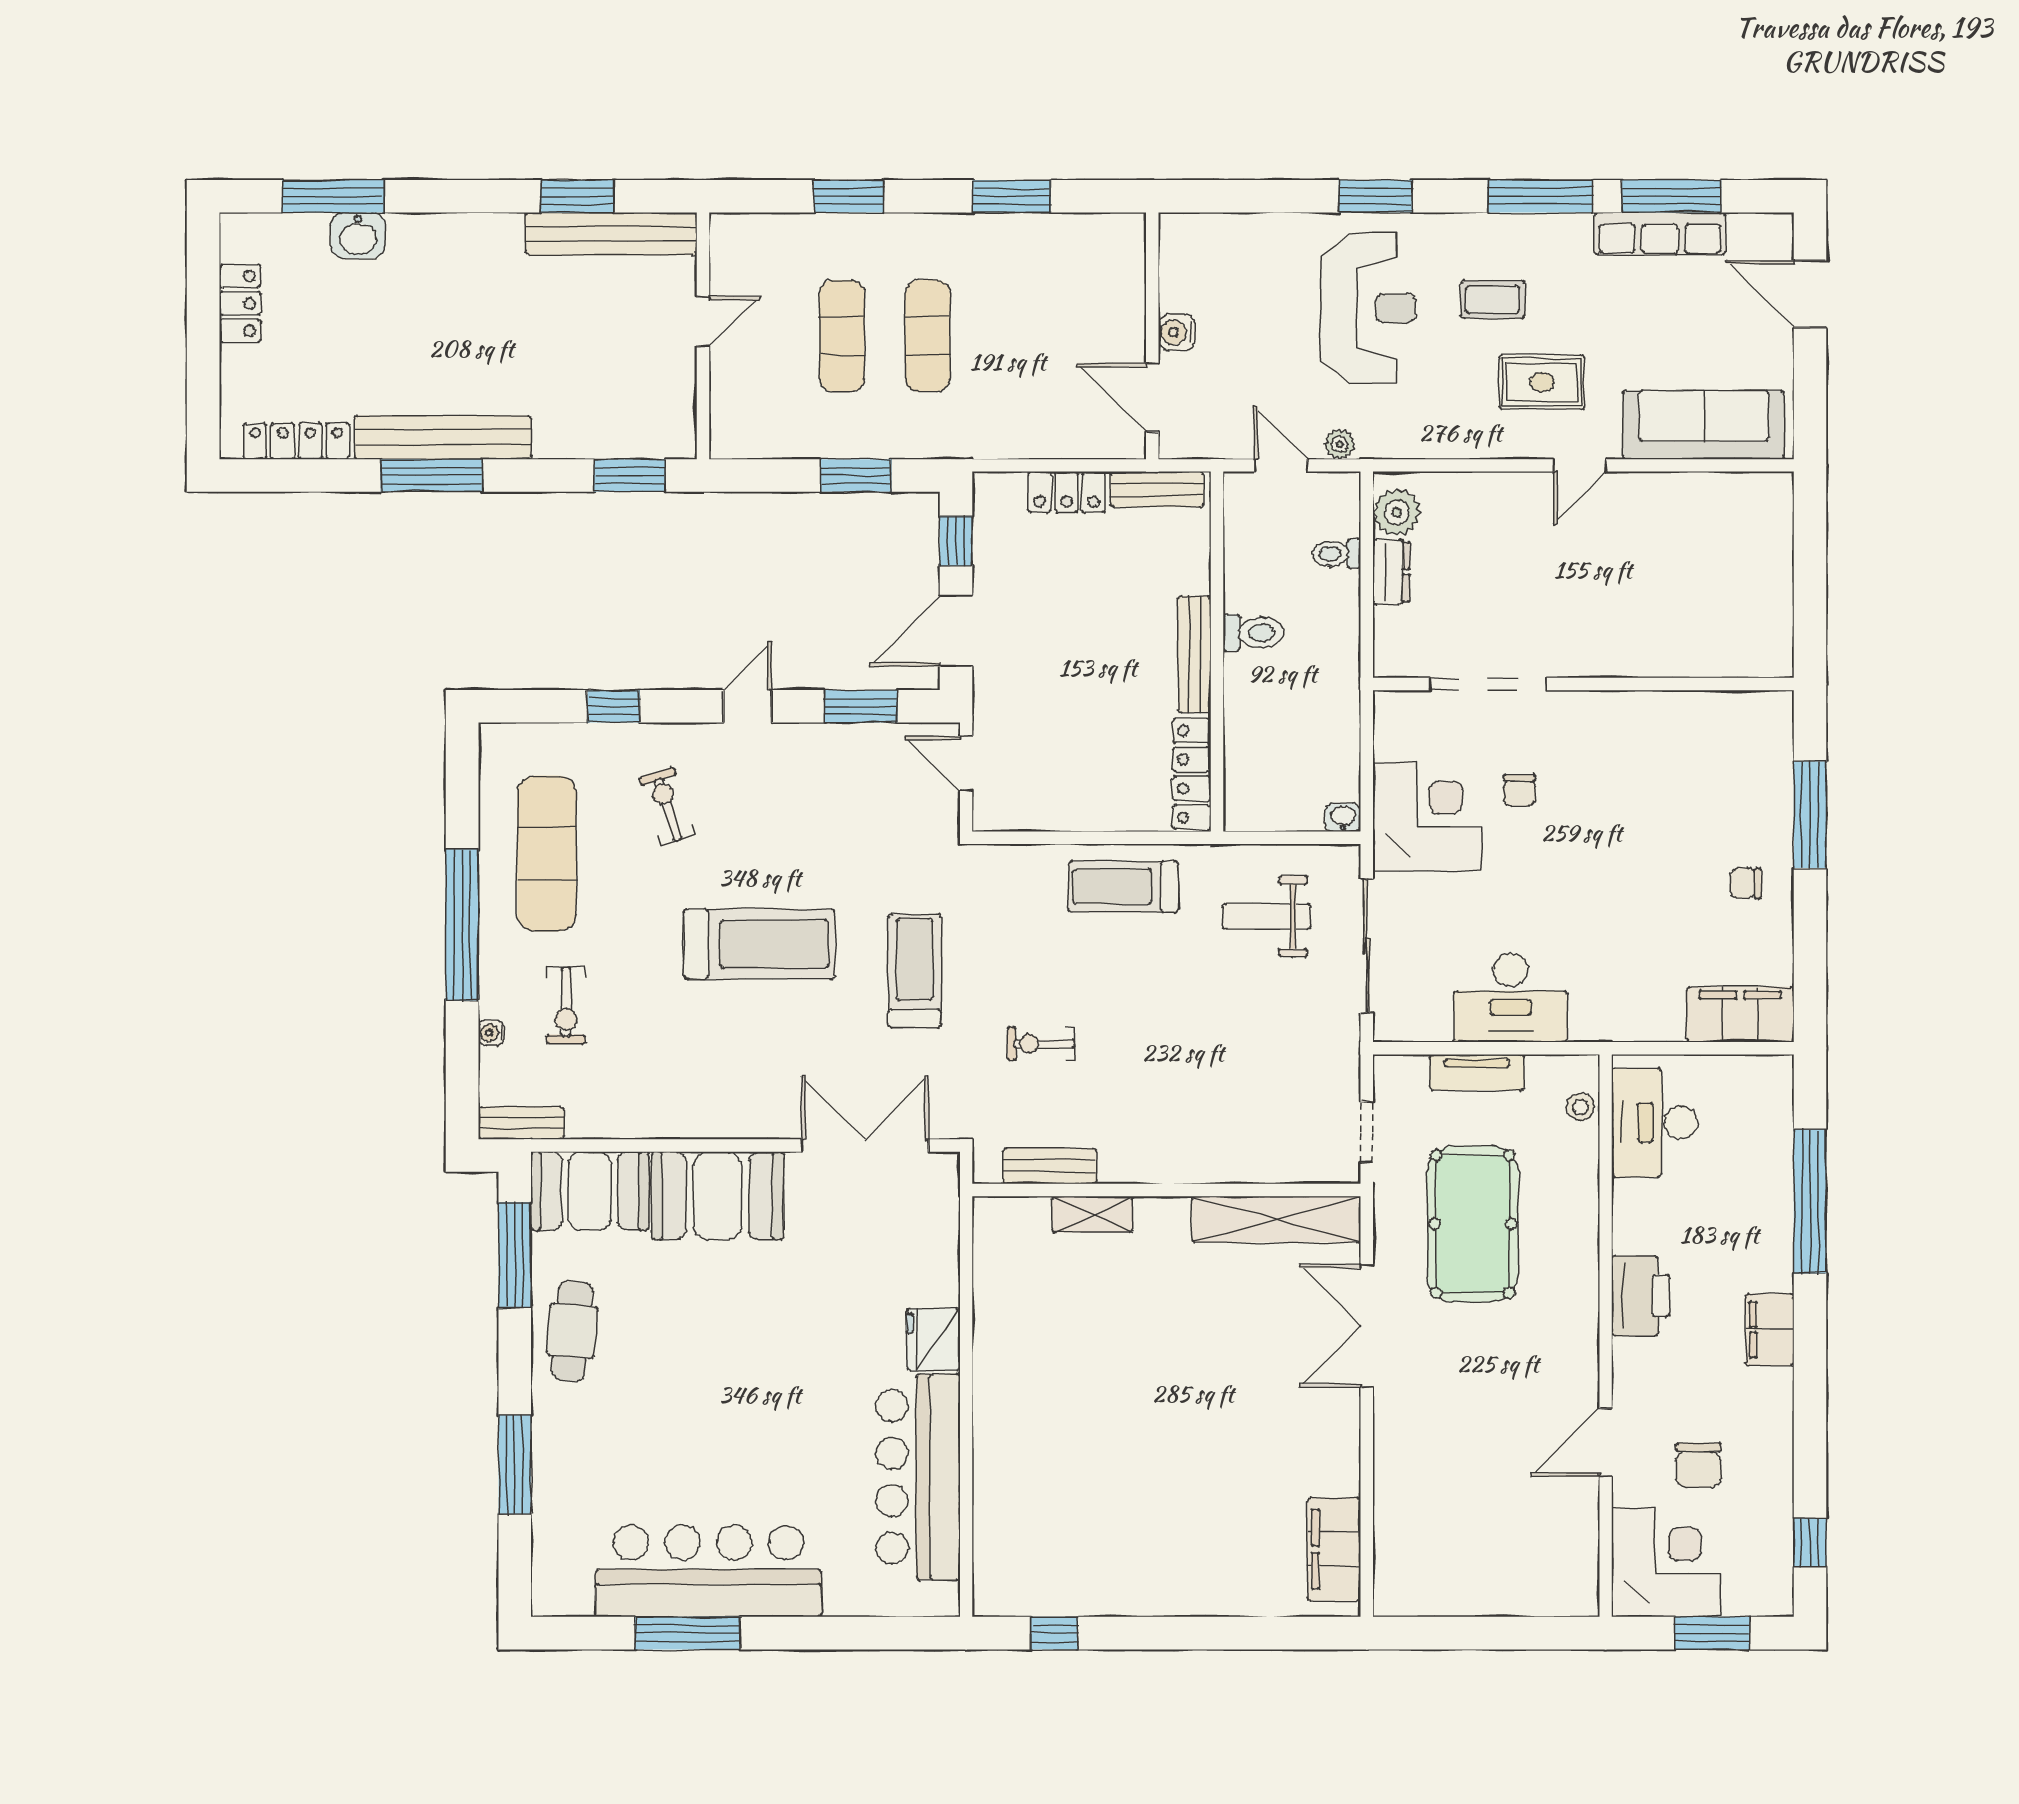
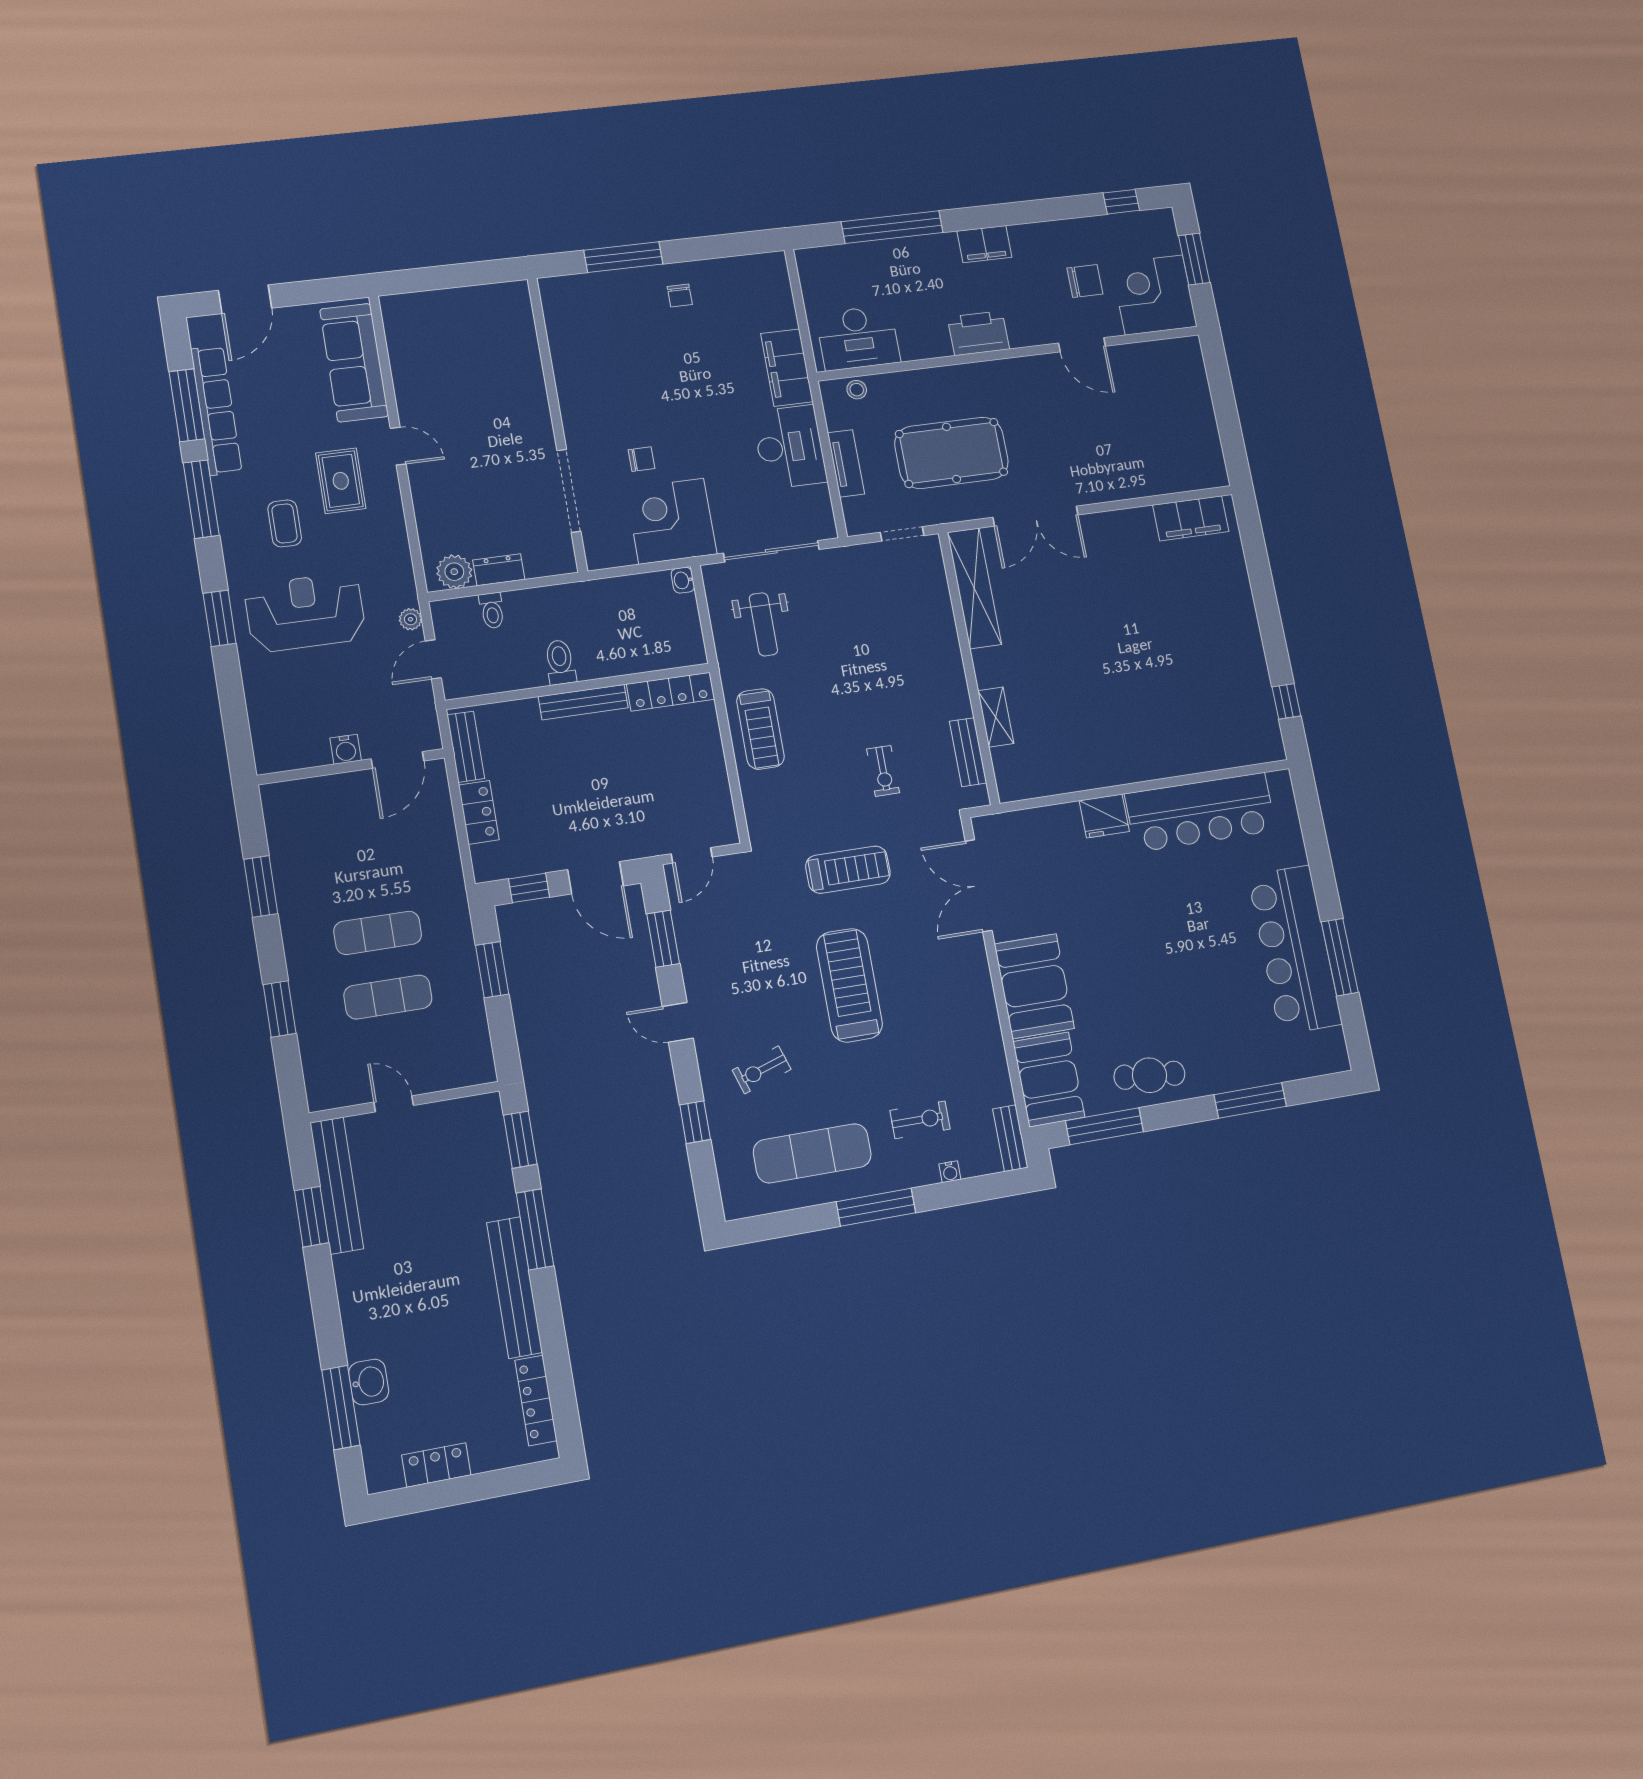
row of seats: (1660, 234) -> (216, 410), width x1.36
window: (431, 476) -> (535, 1229), moved
window: (462, 925) -> (876, 1207), width x0.68
treadmill: (914, 971) -> (848, 870), turned 180
filing cabinet: (1740, 1014) -> (787, 368), moved

